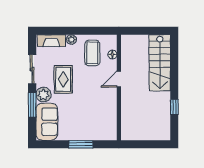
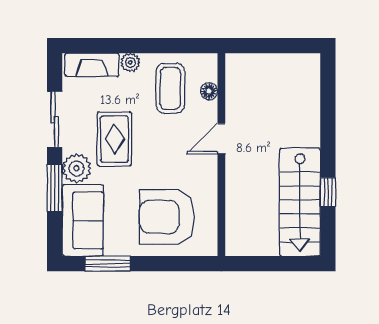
stairs: (160, 63) -> (300, 202), moved
armchair: (91, 120) -> (167, 217), added
window: (81, 144) -> (108, 264), moved

